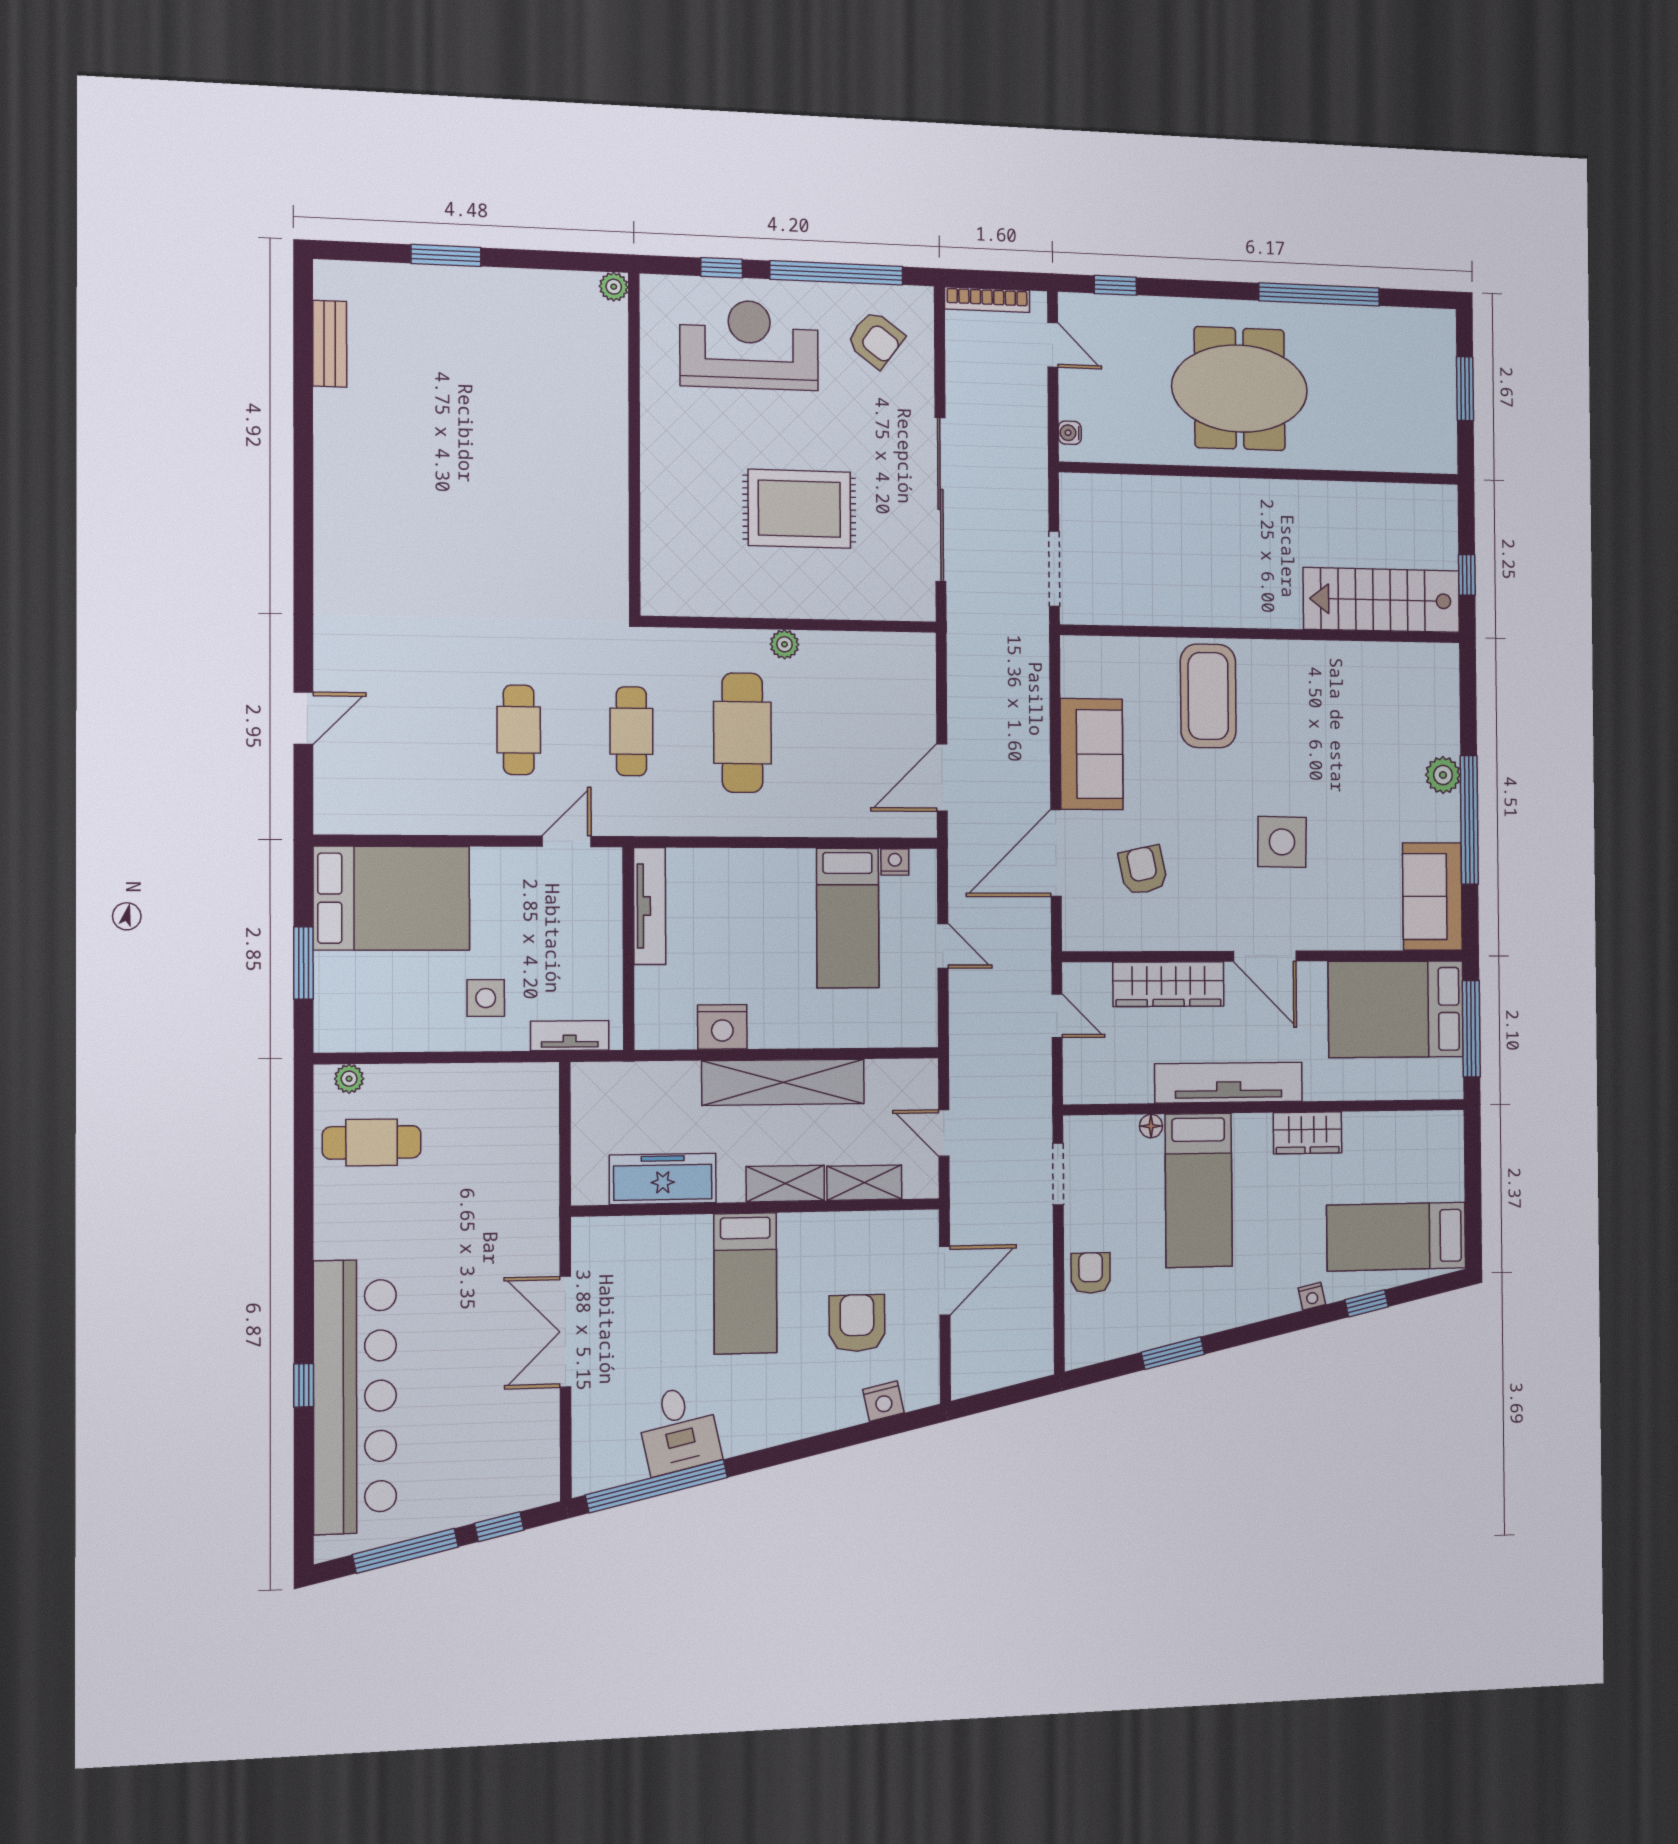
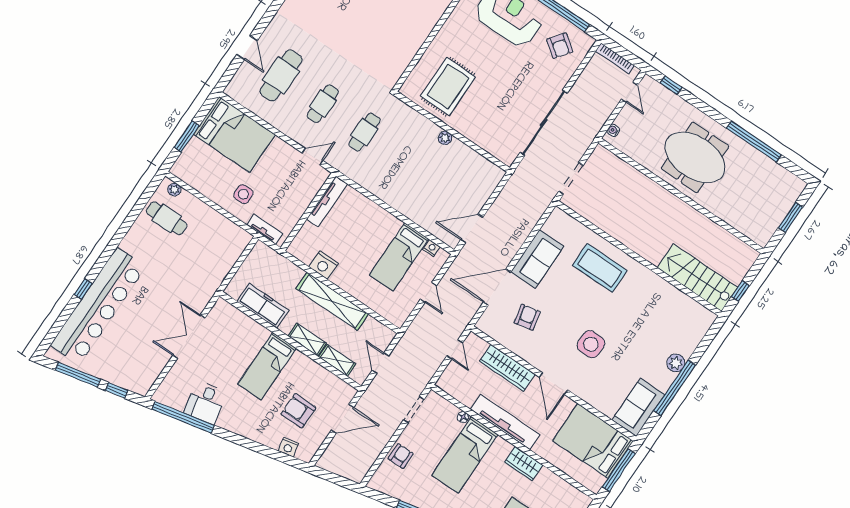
rug: (799, 509) -> (448, 87), moved, turned 90
coffee table: (1208, 696) -> (600, 268), turned 90
door: (303, 718) -> (247, 48), hinge flipped
cafe table: (742, 733) -> (281, 75), moved
armchair: (857, 1323) -> (298, 411), turned -90

